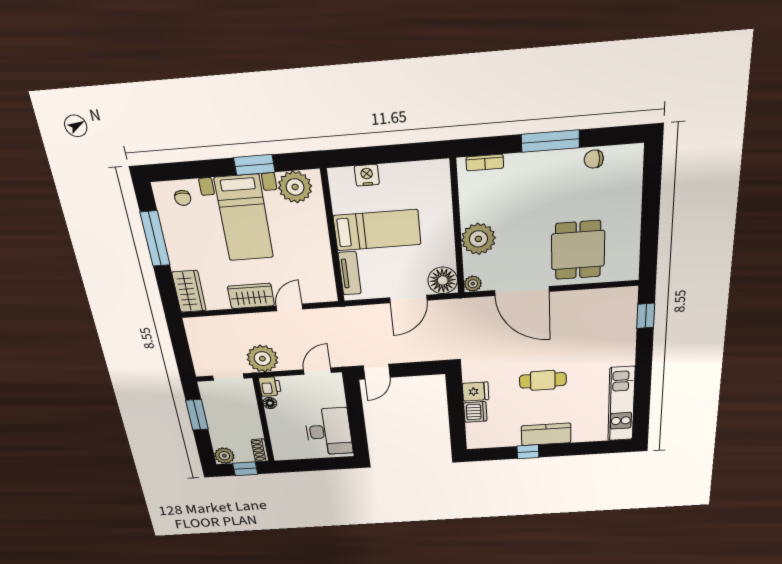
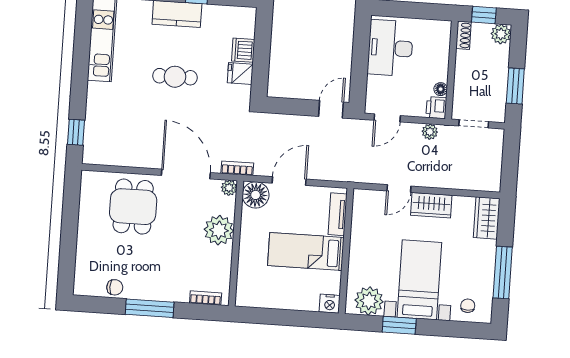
nightstand: (367, 175) -> (330, 304), moved
bookcase: (466, 304) -> (237, 168), added
plant: (262, 359) -> (430, 132), width x0.53, depth x0.53

